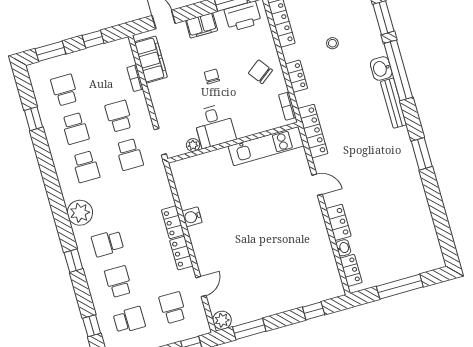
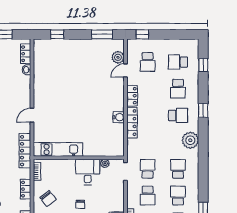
door: (317, 185) -> (32, 115), hinge flipped
locker: (173, 222) -> (132, 123), width x1.53
locker: (338, 222) -> (25, 87), removed
plant: (222, 320) -> (118, 57), moved

